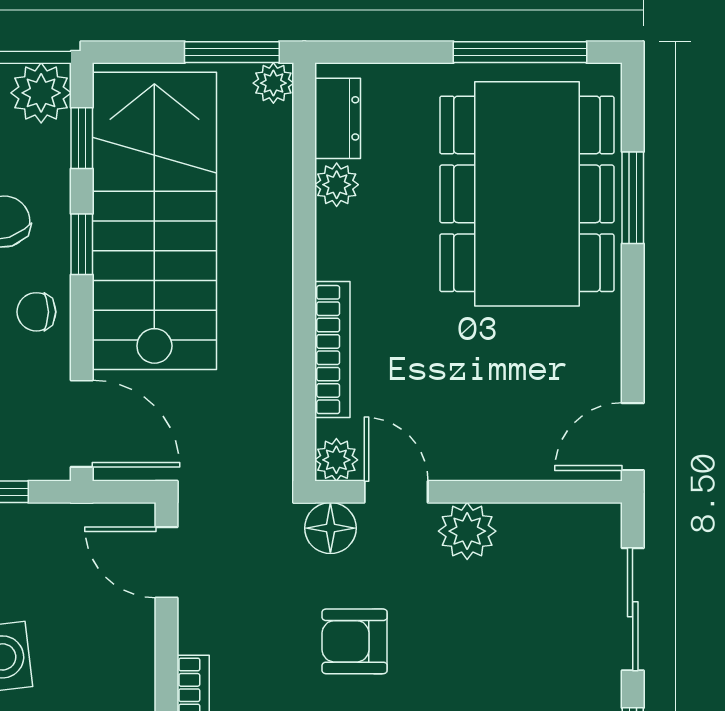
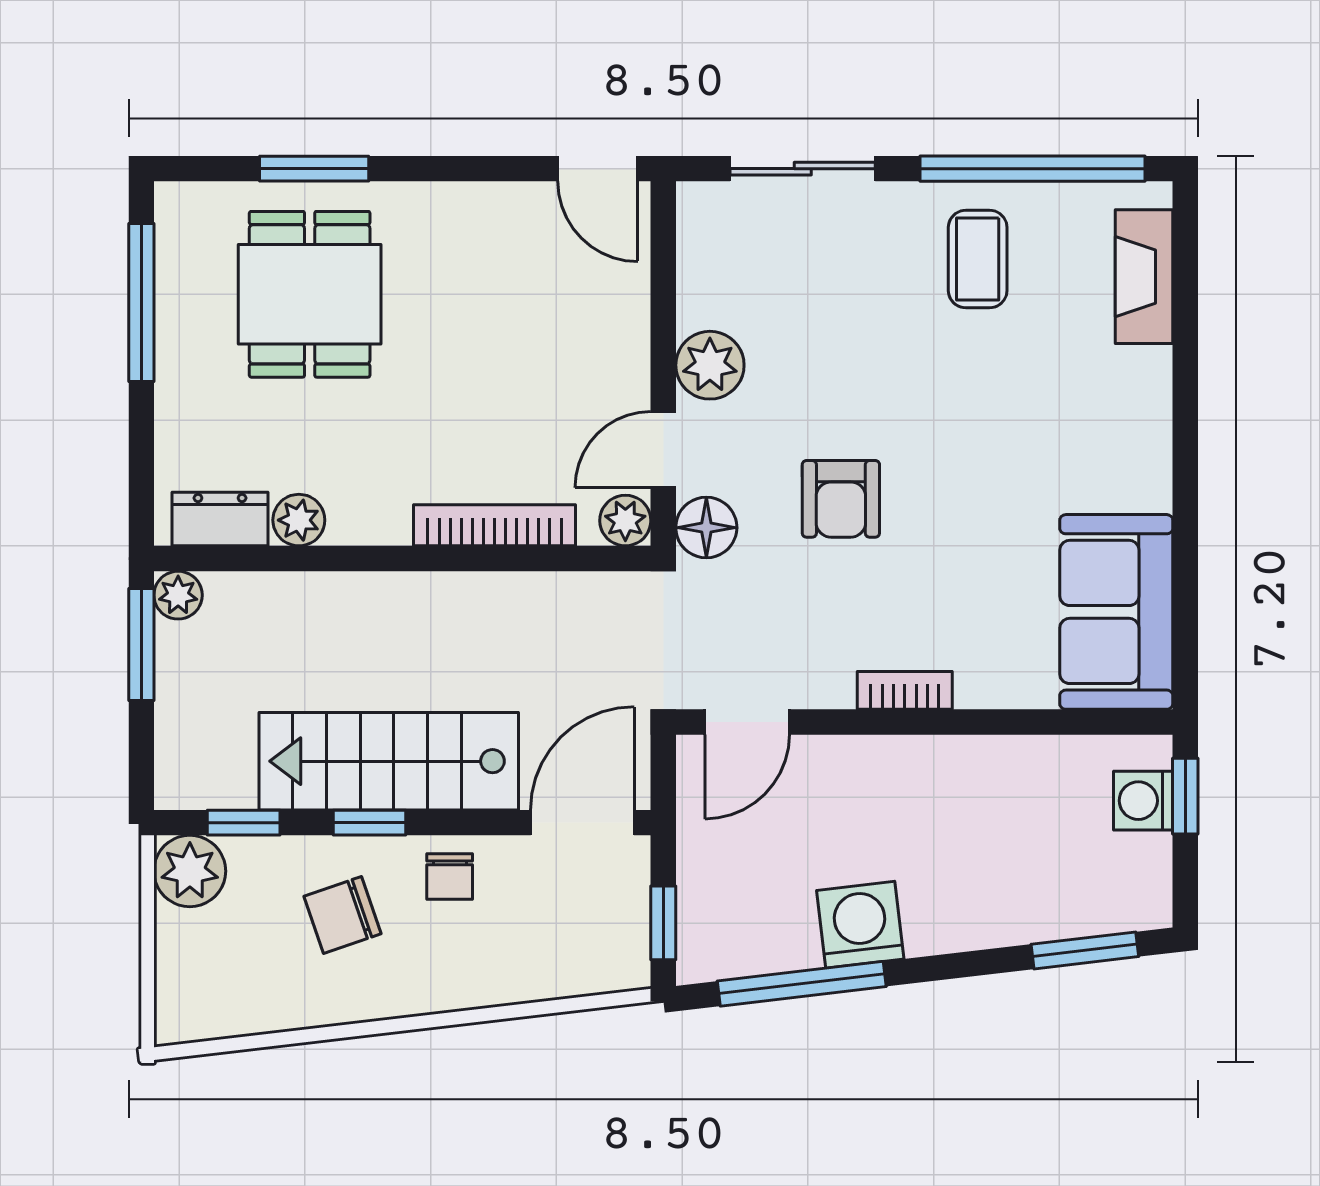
dining table: (527, 194) -> (310, 294), width x0.53, depth x0.80
stairs: (154, 221) -> (389, 761), width x0.73, depth x0.66

